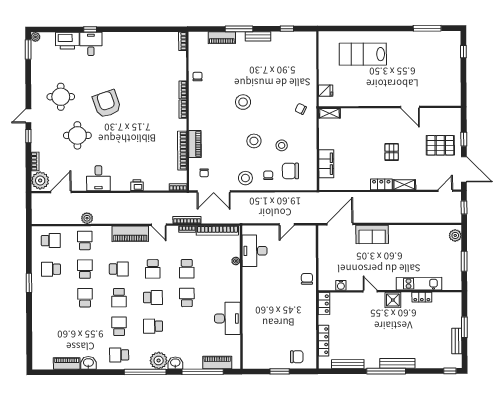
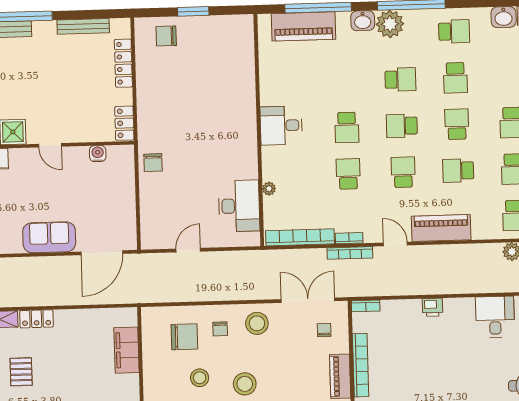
desk: (227, 318) -> (281, 126), moved, width x0.73
piano: (217, 363) -> (303, 26), width x1.37, depth x1.33

